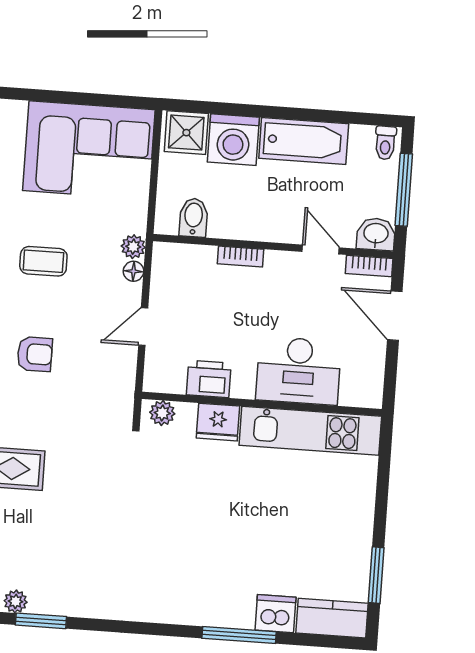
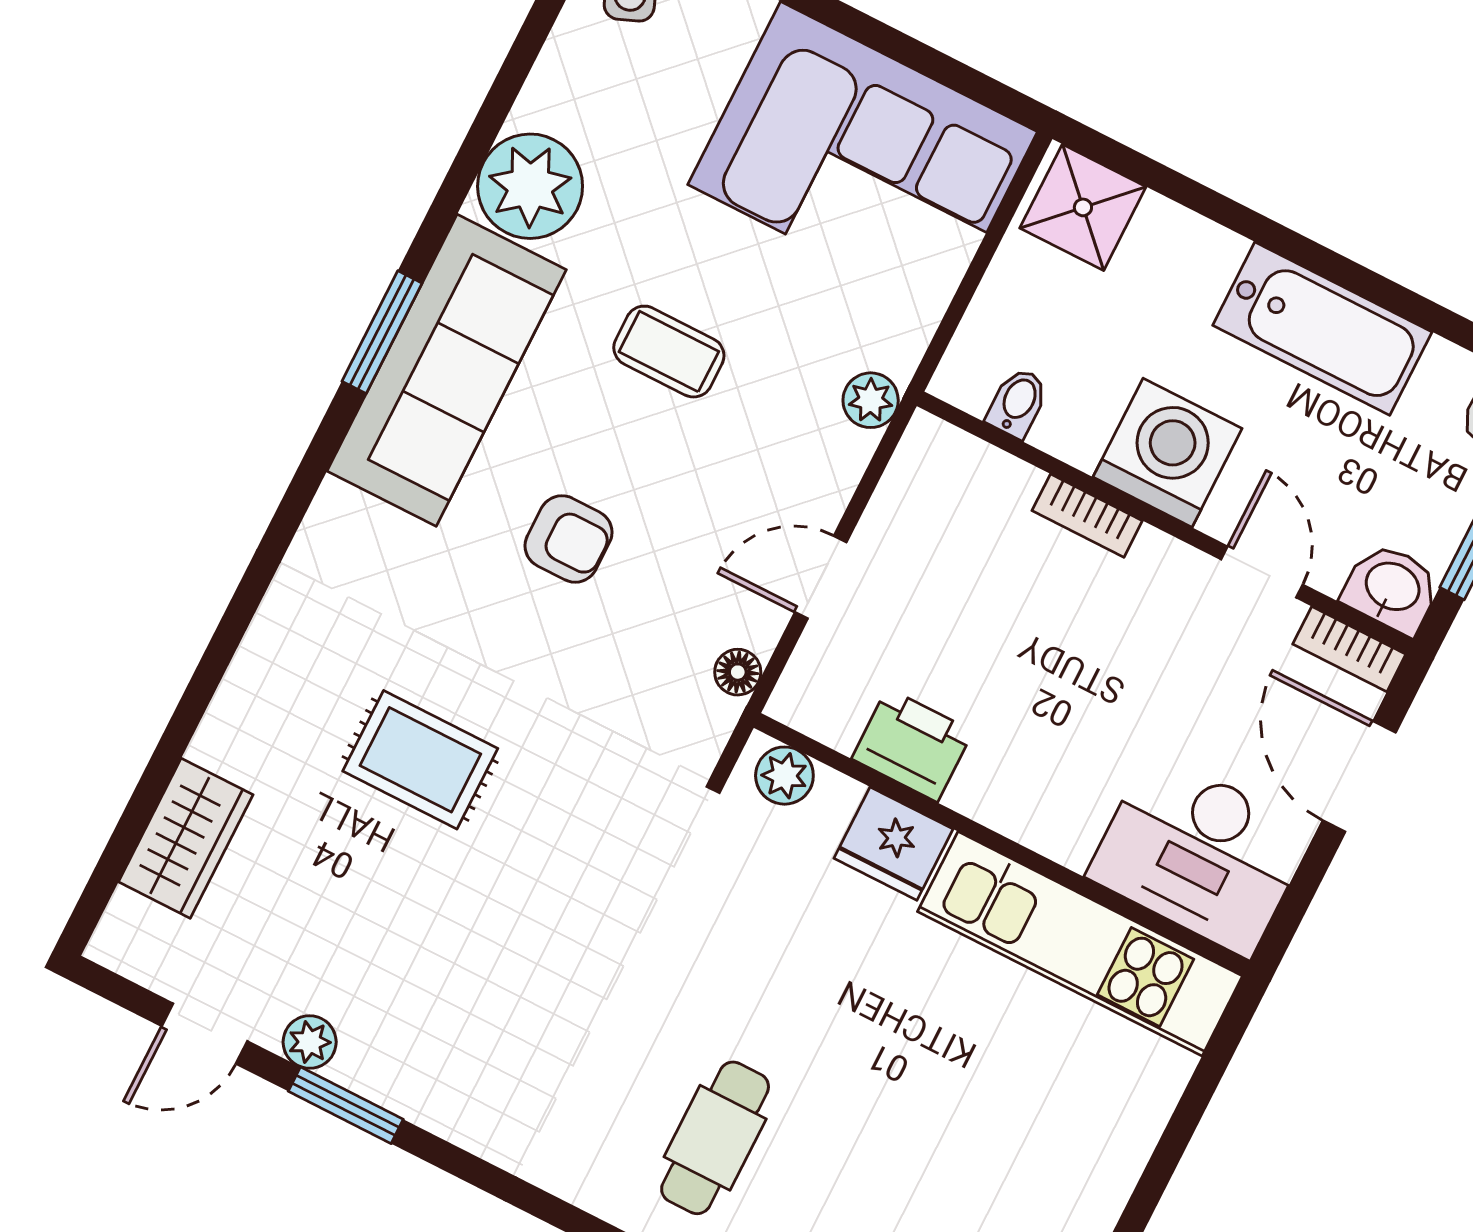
washing machine: (233, 140) -> (1168, 453), moved, turned 180
bidet: (193, 218) -> (1018, 403), width x0.72, depth x0.74
floor lamp: (134, 271) -> (738, 672), moved
desk: (299, 371) -> (1200, 854), moved
cafe table: (196, 571) -> (715, 1138), added

